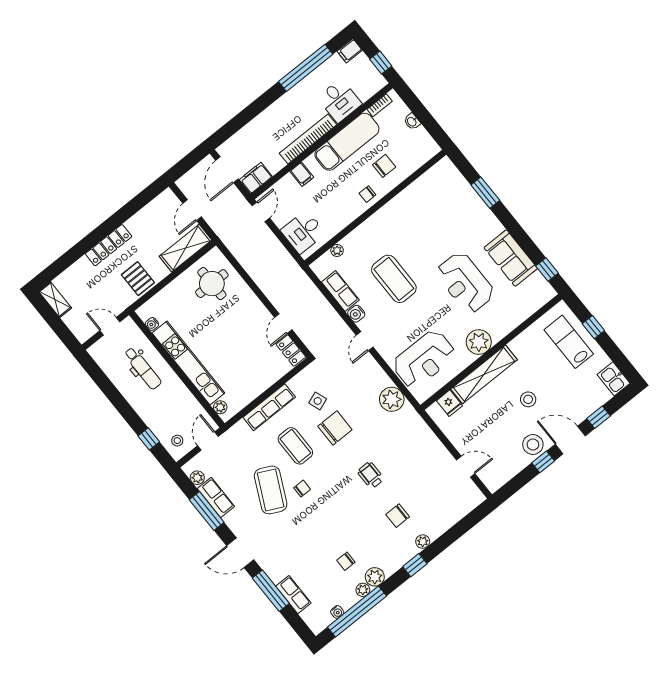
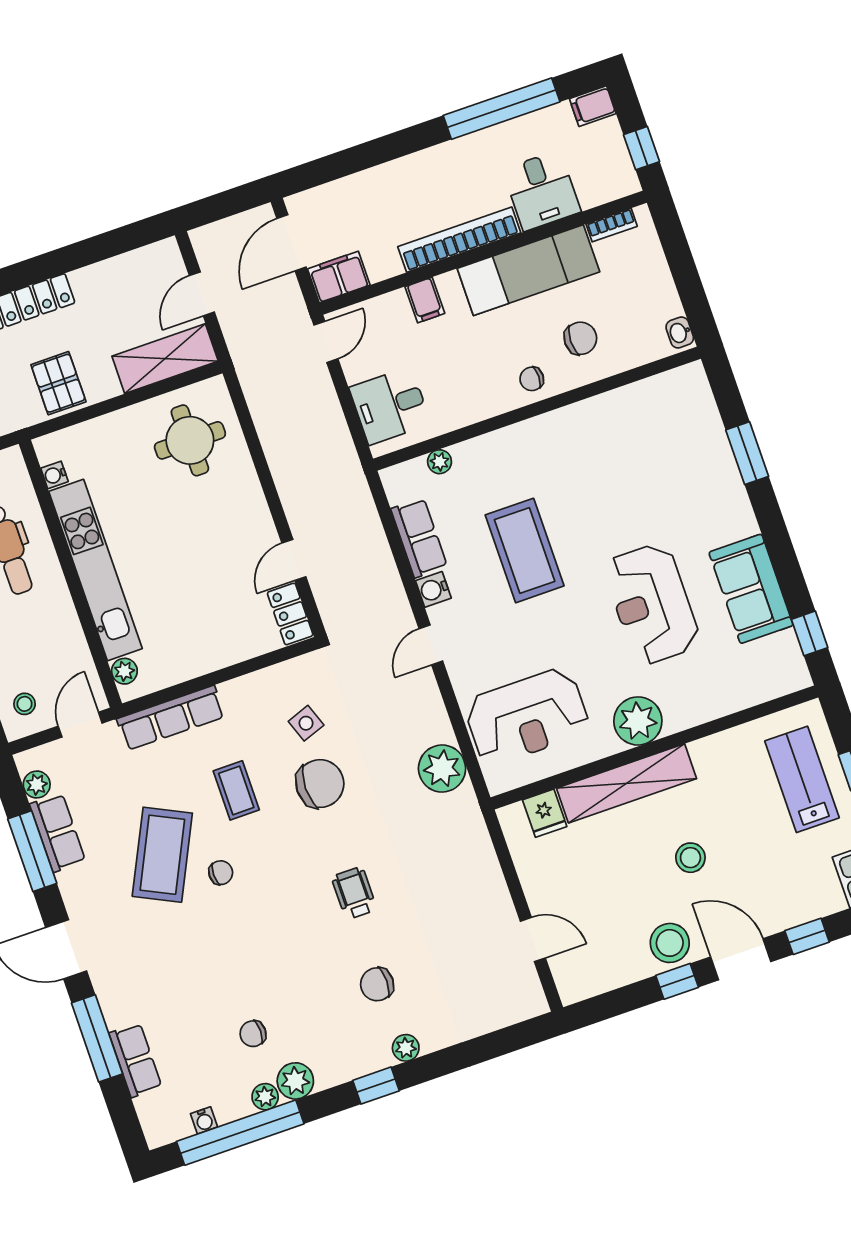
washbasin: (412, 122) -> (680, 332), moved
row of seats: (269, 407) -> (171, 718), moved
coffee table: (295, 446) -> (236, 790), width x0.73, depth x0.77

